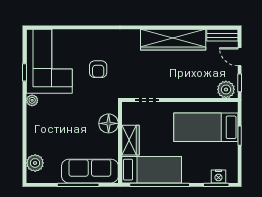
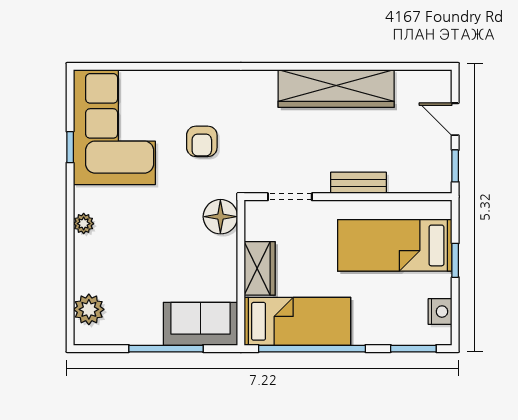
bench: (222, 35) -> (359, 183), moved
plant: (226, 89) -> (431, 178), removed
plant: (32, 100) -> (84, 224), moved
floor lamp: (109, 123) -> (220, 217), moved
sofa: (90, 171) -> (200, 324), width x0.73
nightstand: (218, 176) -> (440, 312), moved, turned -90

